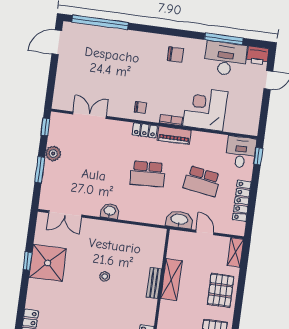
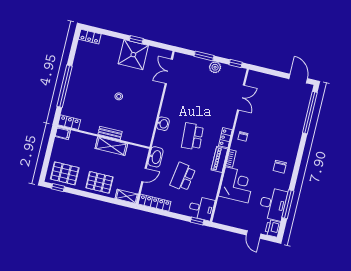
locker: (242, 201) -> (155, 203), moved
washbasin: (110, 211) -> (163, 124), moved

